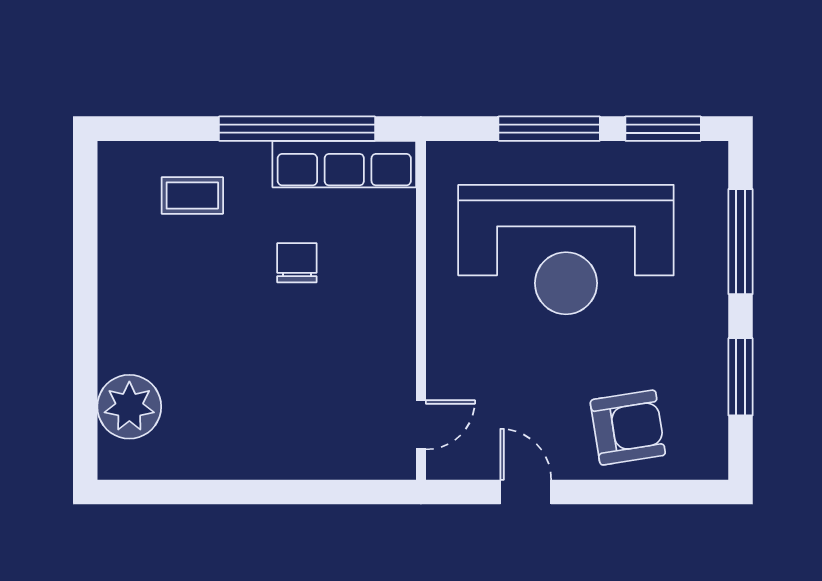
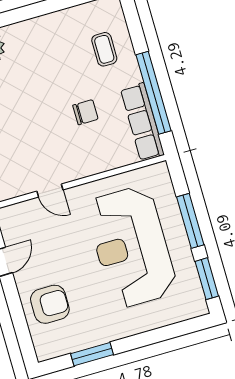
window: (740, 242) -> (161, 334), removed
door: (421, 425) -> (50, 191), moved
armchair: (628, 428) -> (50, 304), turned -81

